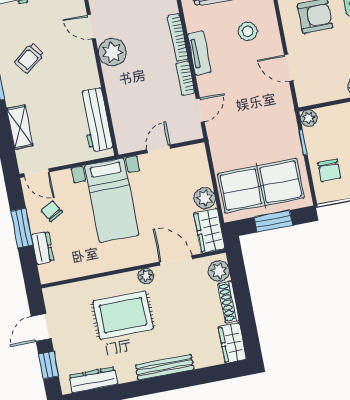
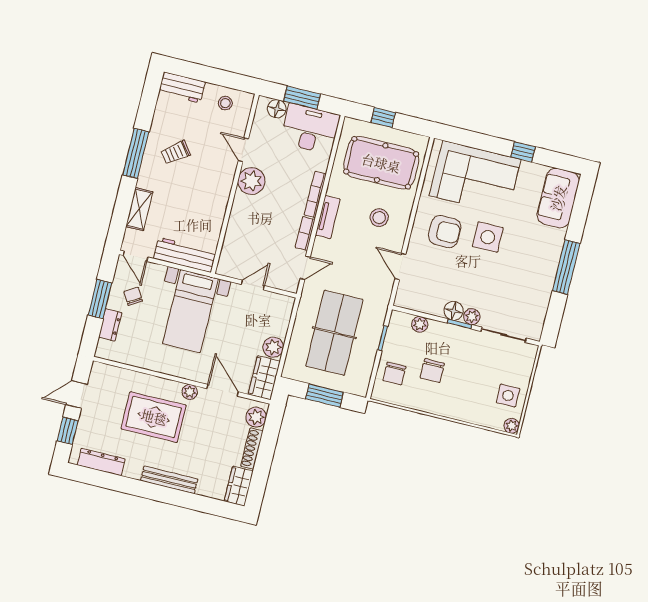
plant: (309, 118) -> (420, 324), moved
workbench: (96, 120) -> (185, 255), moved, turned 90
table tennis table: (261, 186) -> (334, 333), moved, turned 90

